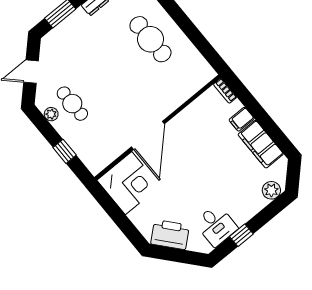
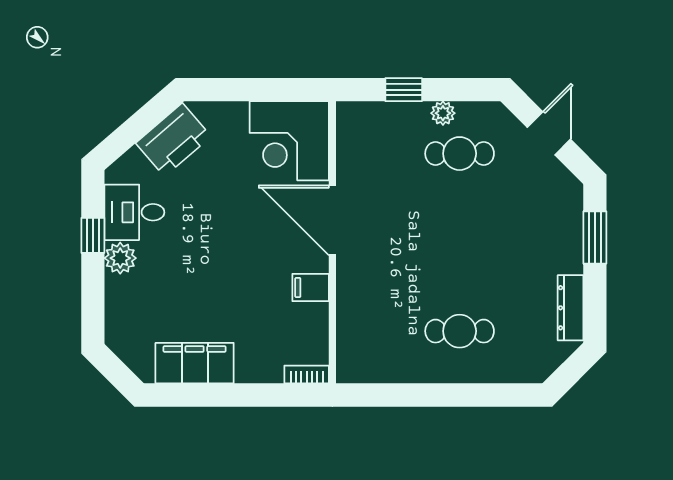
cafe table: (150, 39) -> (460, 331), width x0.73, depth x0.74
plant: (51, 114) -> (443, 113), moved
filing cabinet: (242, 119) -> (311, 288), moved, turned -90
plant: (271, 190) -> (120, 258), moved

